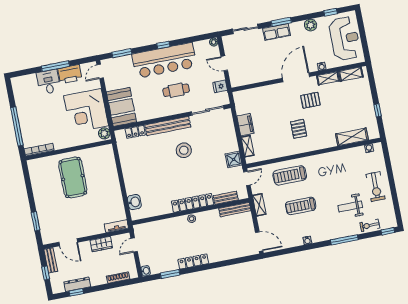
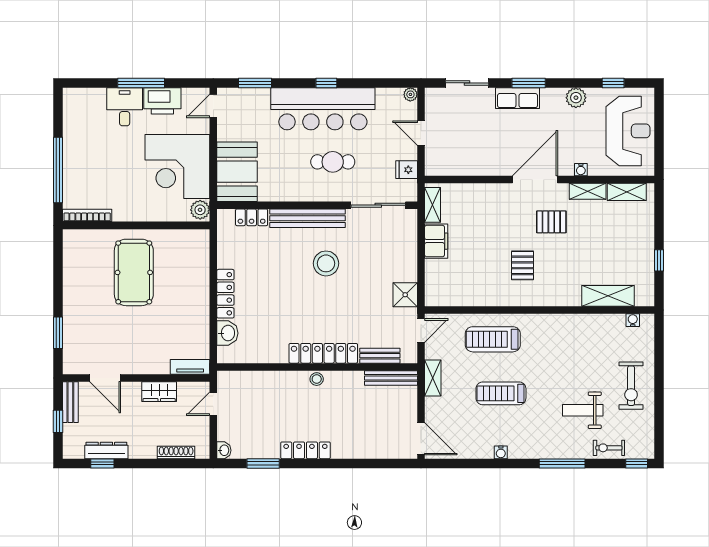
shelving: (247, 146) -> (433, 205), moved
locker: (129, 179) -> (225, 294), added

